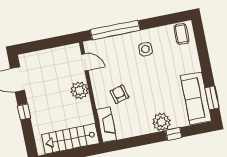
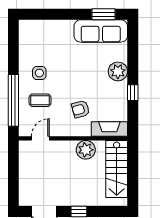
coffee table: (181, 34) -> (40, 100), moved
plant: (79, 90) -> (86, 150), moved
window: (174, 134) -> (133, 93), moved

